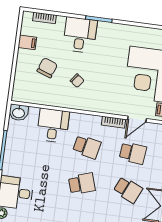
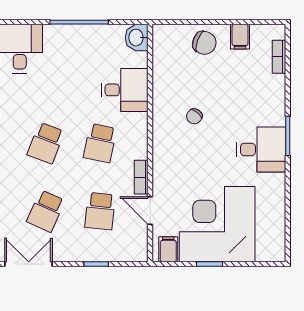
desk: (80, 35) -> (261, 149), moved
chair: (47, 68) -> (204, 43), moved
school desk: (82, 184) -> (46, 143), turned 39

